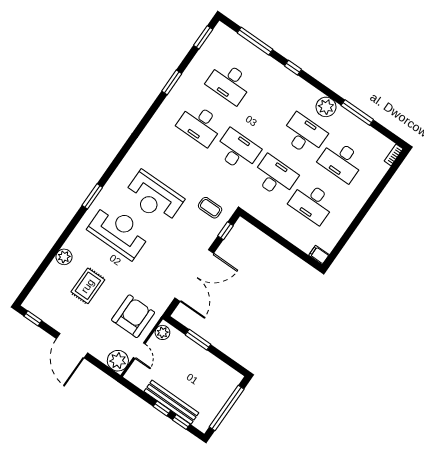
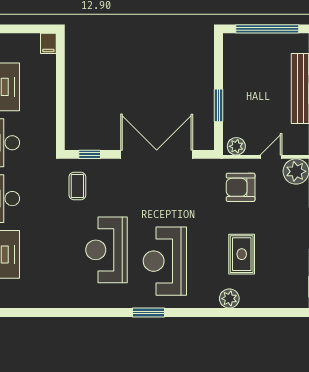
reception desk: (154, 197) -> (107, 250), turned 180
rug: (88, 286) -> (242, 254), turned 90
armchair: (133, 316) -> (241, 187), width x0.73, depth x0.73

